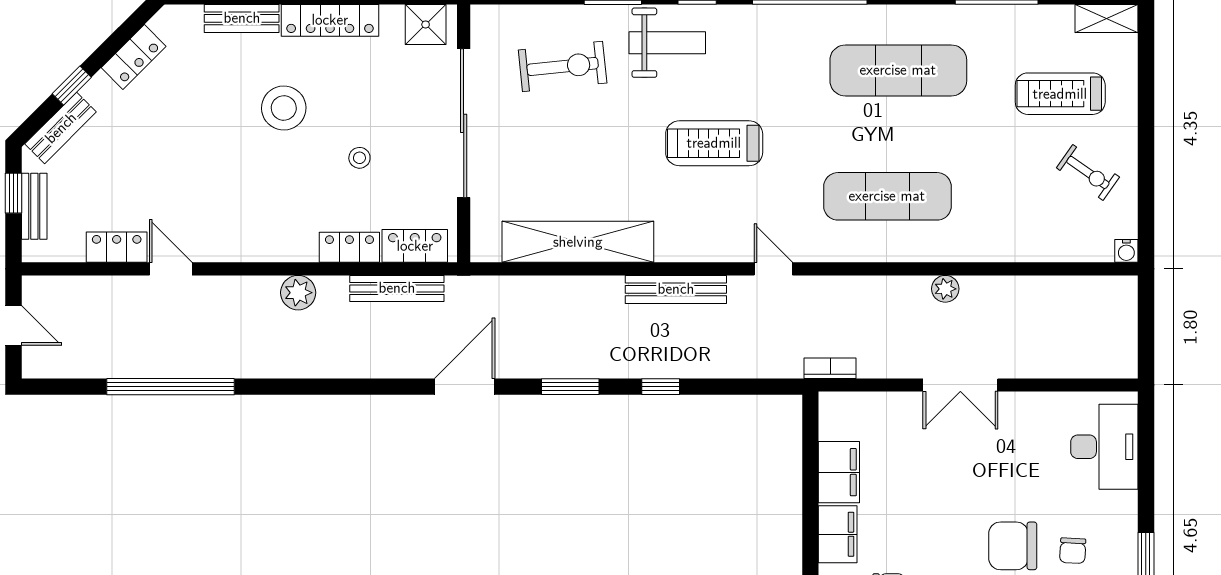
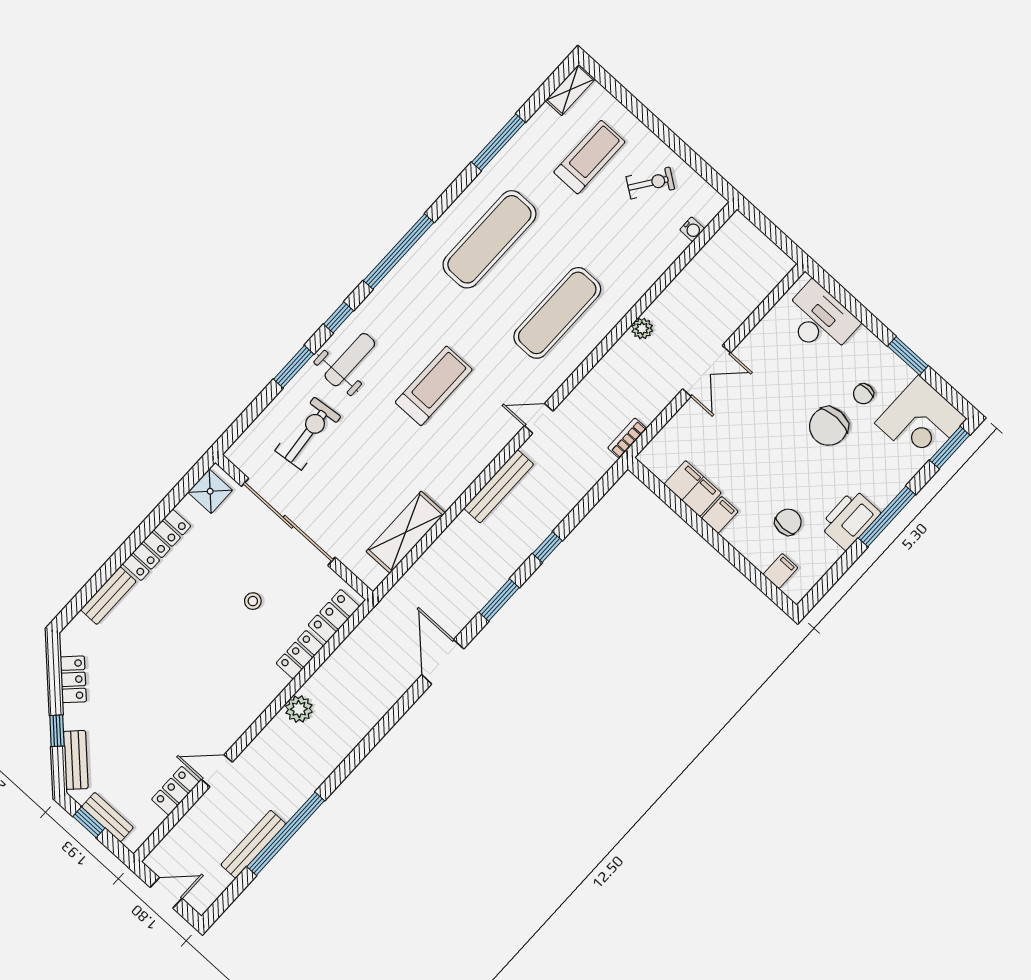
treadmill: (1060, 94) -> (589, 157), turned 180
stool: (284, 108) -> (183, 619), removed
treadmill: (714, 143) -> (434, 386), turned 180
shelving: (578, 242) -> (406, 532), width x0.68
water cooler: (1126, 251) -> (692, 229), moved
bench: (397, 288) -> (253, 844), moved
filing cabinet: (838, 534) -> (720, 515), width x0.50
chair: (1073, 551) -> (863, 394), turned 89

